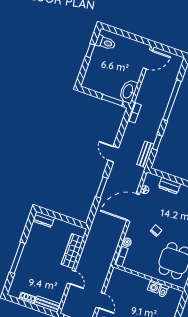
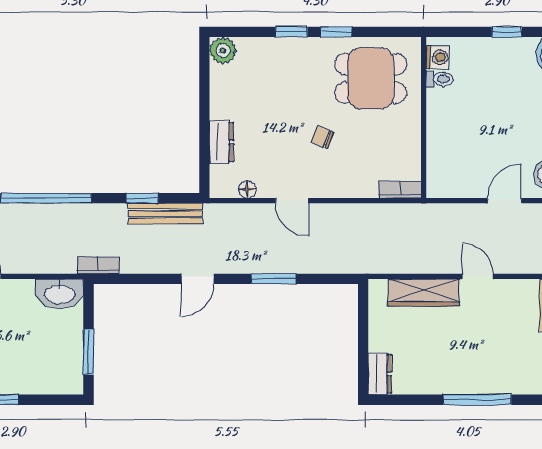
window: (112, 100) -> (88, 352), moved
bench: (145, 154) -> (165, 214), width x1.36
door: (133, 208) -> (292, 201), width x0.53
plant: (127, 242) -> (367, 188), removed
door: (71, 277) -> (478, 276), hinge flipped
washing machine: (154, 287) -> (438, 57), moved

